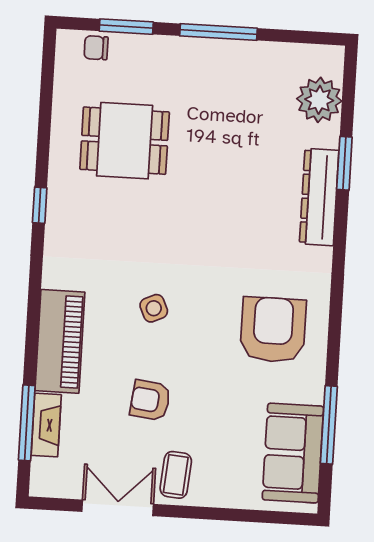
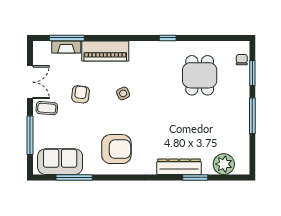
window: (232, 515) -> (30, 135), added

